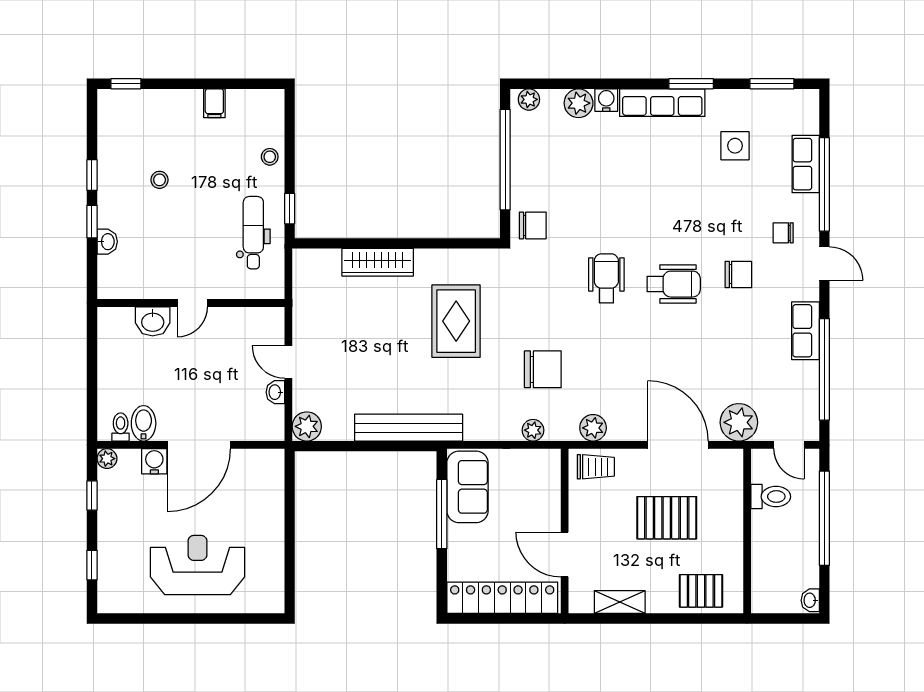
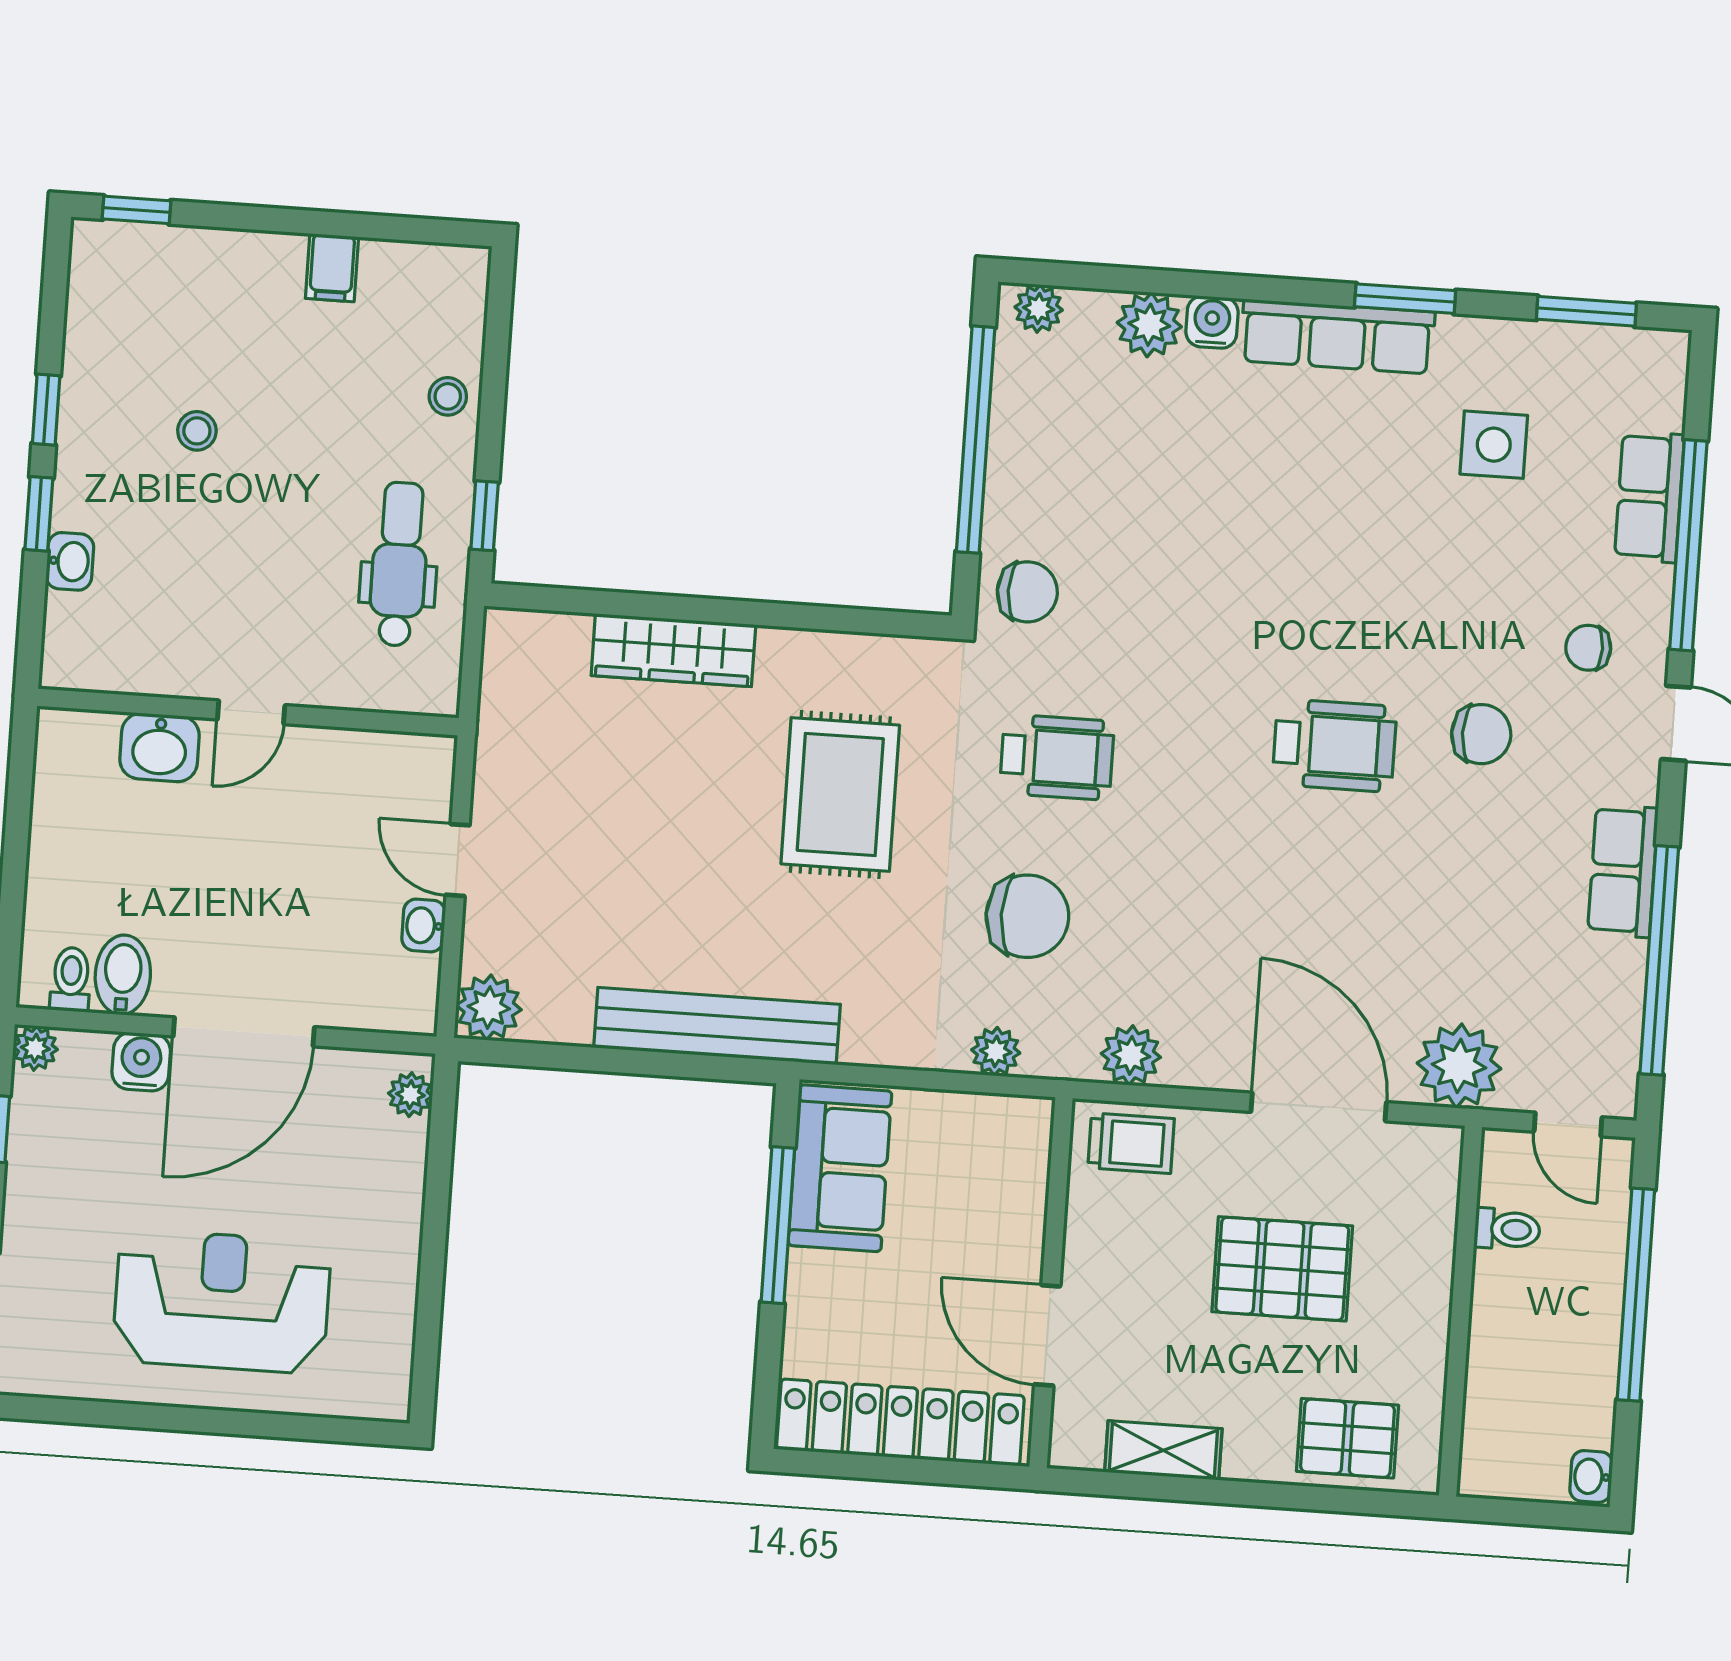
wheelchair: (606, 278) -> (1057, 757), moved, turned 90
plant: (275, 468) -> (410, 1095), added
toilet: (771, 497) -> (1507, 1229), width x0.73, depth x0.72

